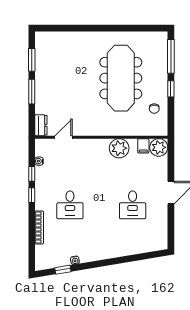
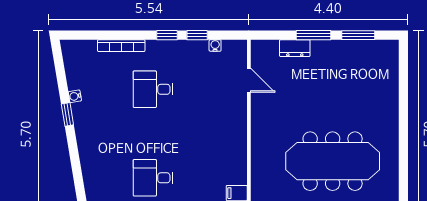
dresser: (41, 125) -> (295, 48), moved
plant: (119, 148) -> (233, 159), removed
window: (63, 270) -> (67, 114), moved

